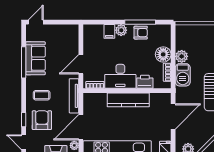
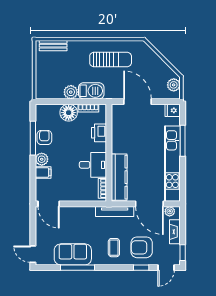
door: (81, 64) -> (49, 204), moved
desk: (120, 76) -> (93, 165), width x0.73
kitchen counter: (128, 100) -> (119, 177), moved

